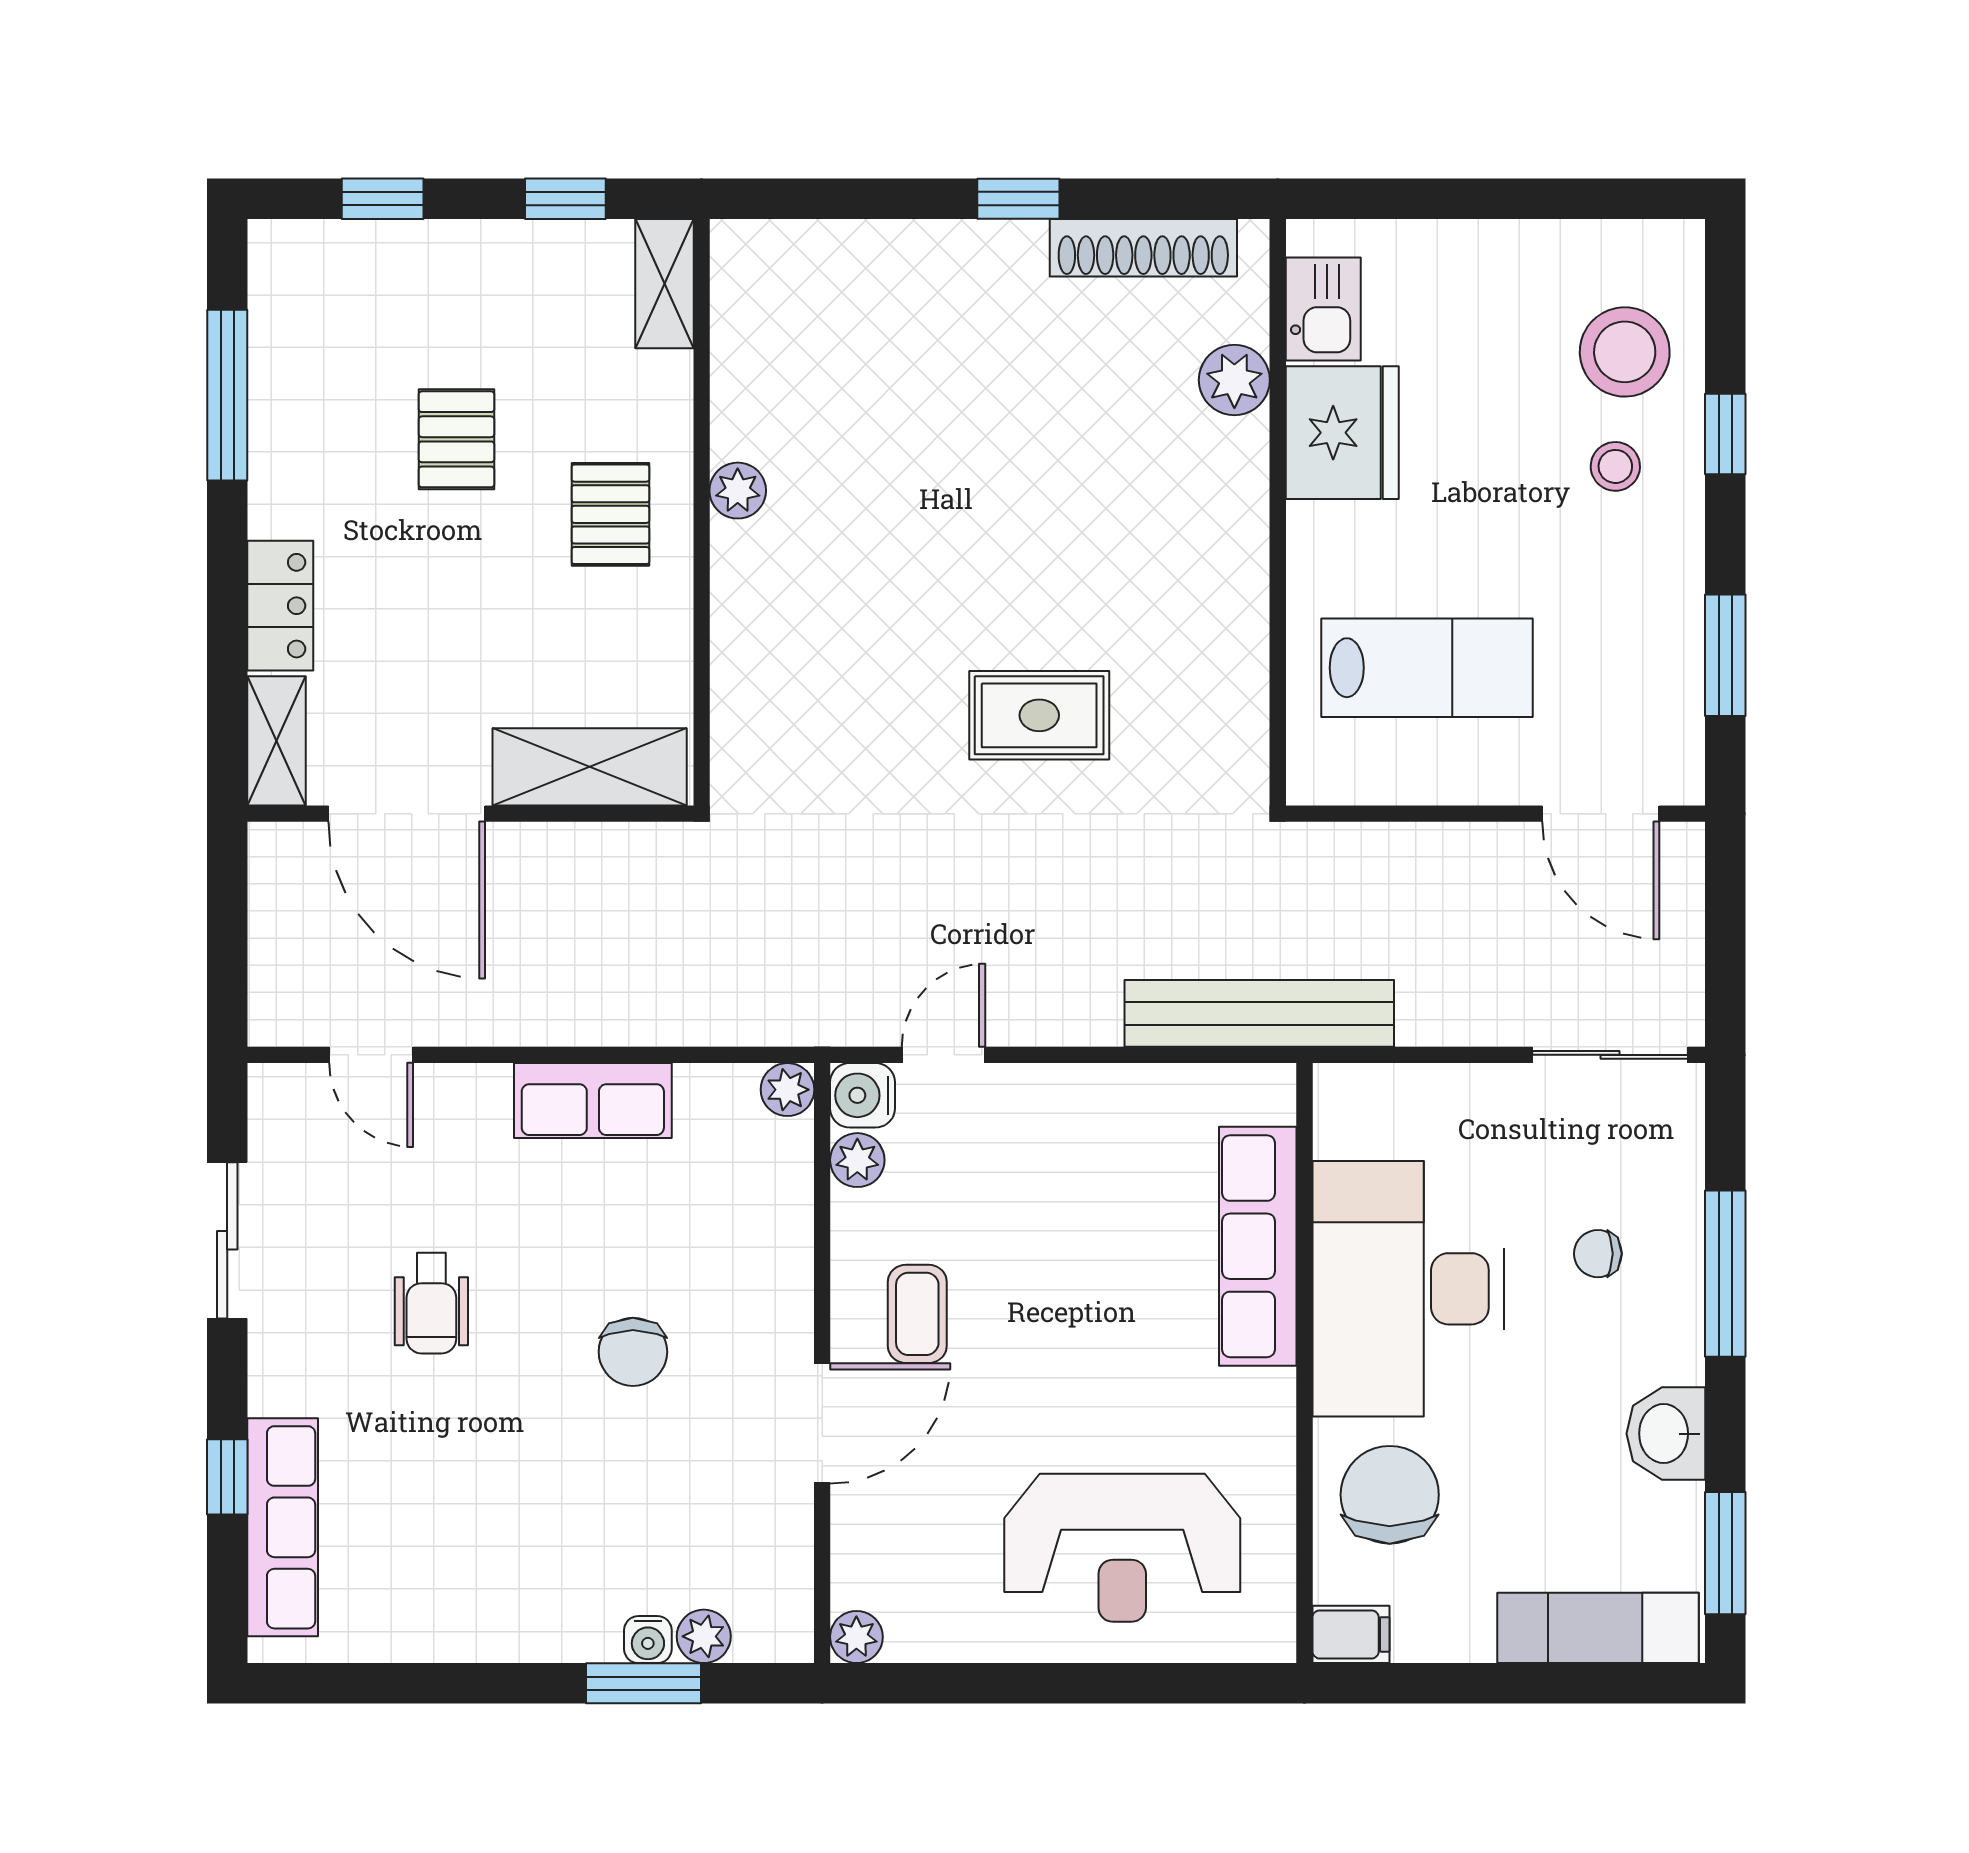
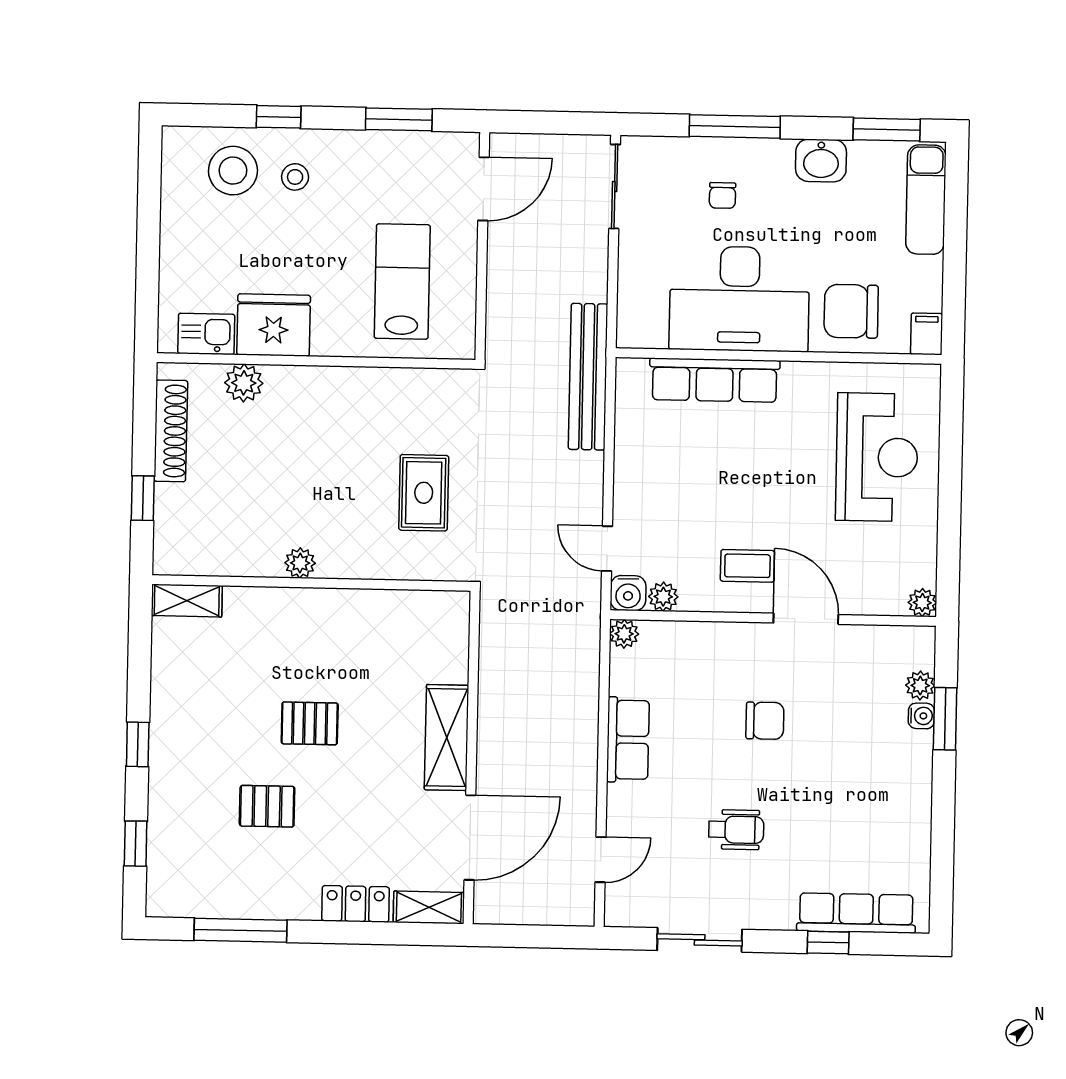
shelving: (664, 284) -> (187, 600), moved
plant: (738, 491) -> (300, 563), moved
wall: (702, 512) -> (311, 583), moved

